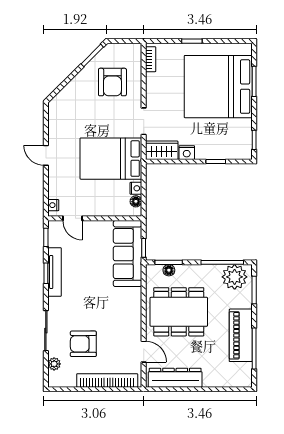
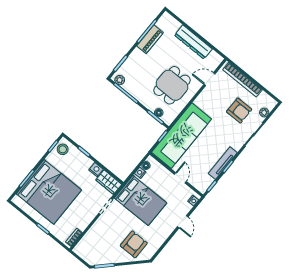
armchair: (112, 82) -> (134, 244), moved
stool: (241, 145) -> (63, 149), added
door: (46, 155) -> (183, 222), moved
door: (72, 218) -> (180, 178), moved
sofa: (128, 254) -> (182, 136), width x1.36, depth x1.27
plant: (235, 277) -> (120, 80), width x0.53, depth x0.53
dining table: (179, 312) -> (172, 85), width x0.73
piano: (241, 335) -> (150, 39), width x0.73, depth x0.75
door: (144, 352) -> (209, 79), hinge flipped
dresser: (175, 378) -> (193, 42), moved

